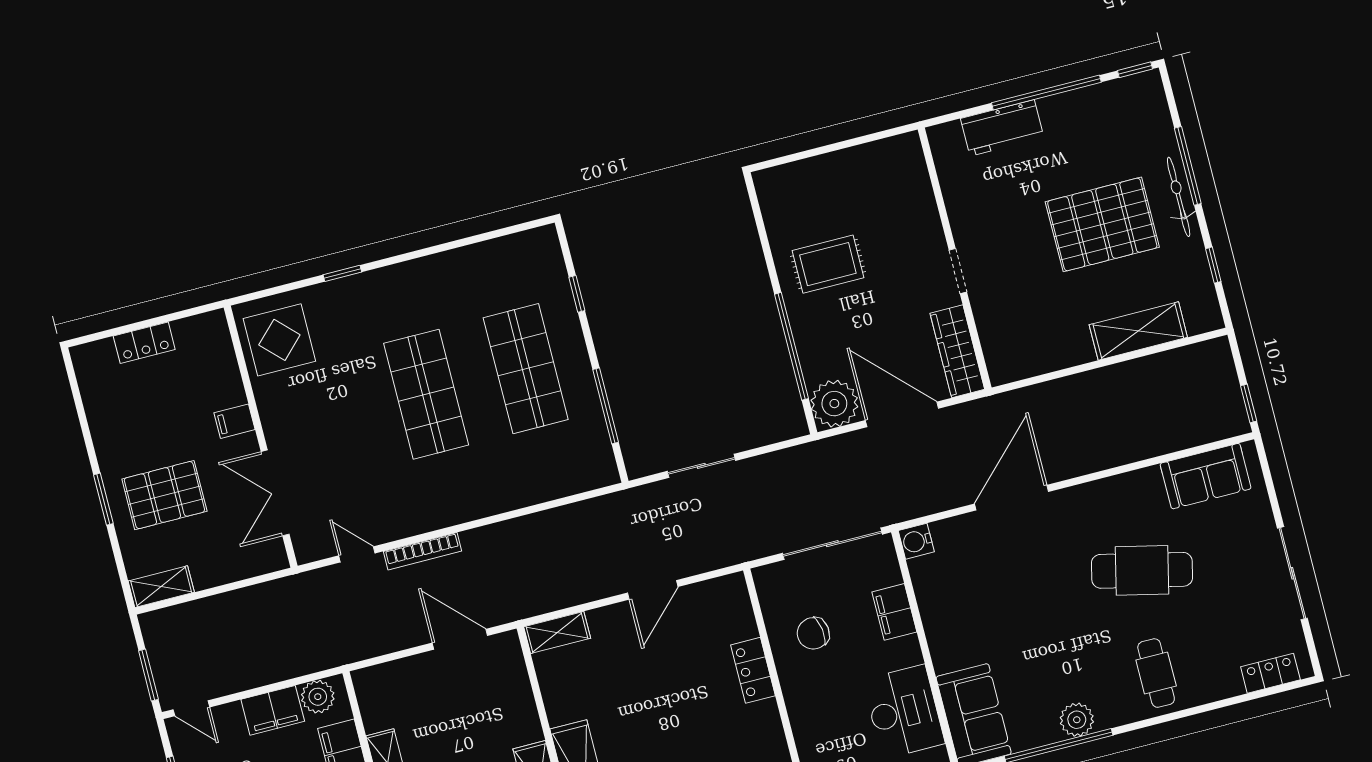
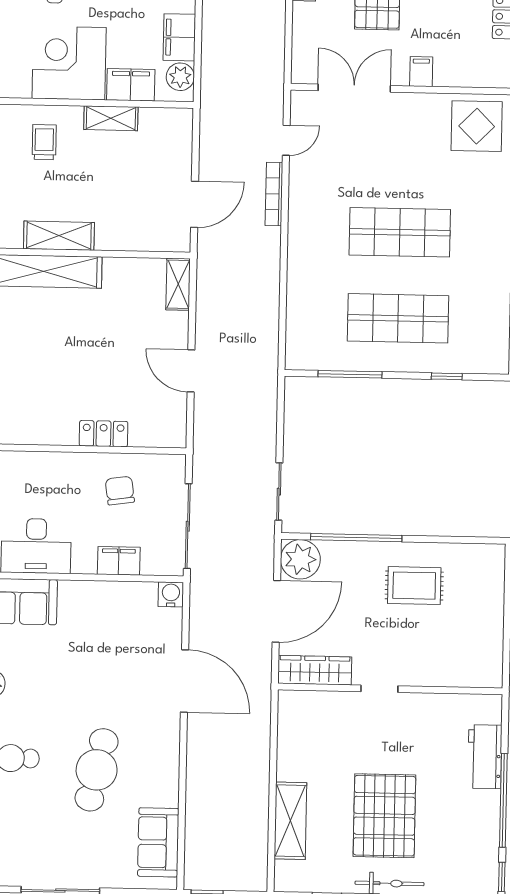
rug: (828, 264) -> (414, 586), turned 90
sliding door: (701, 466) -> (279, 492), moved

